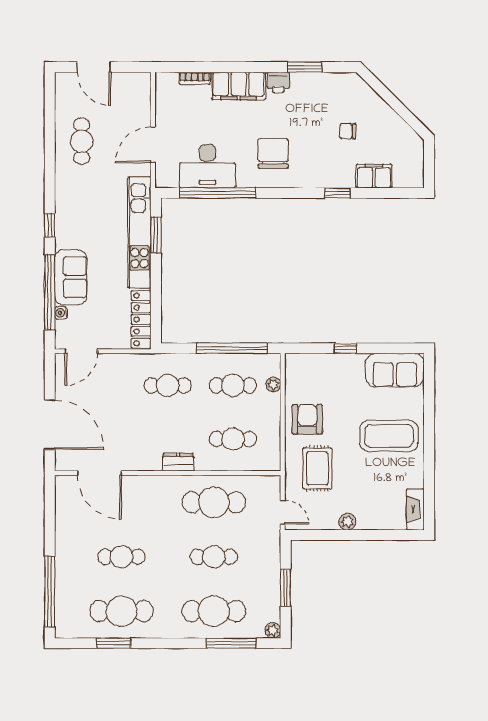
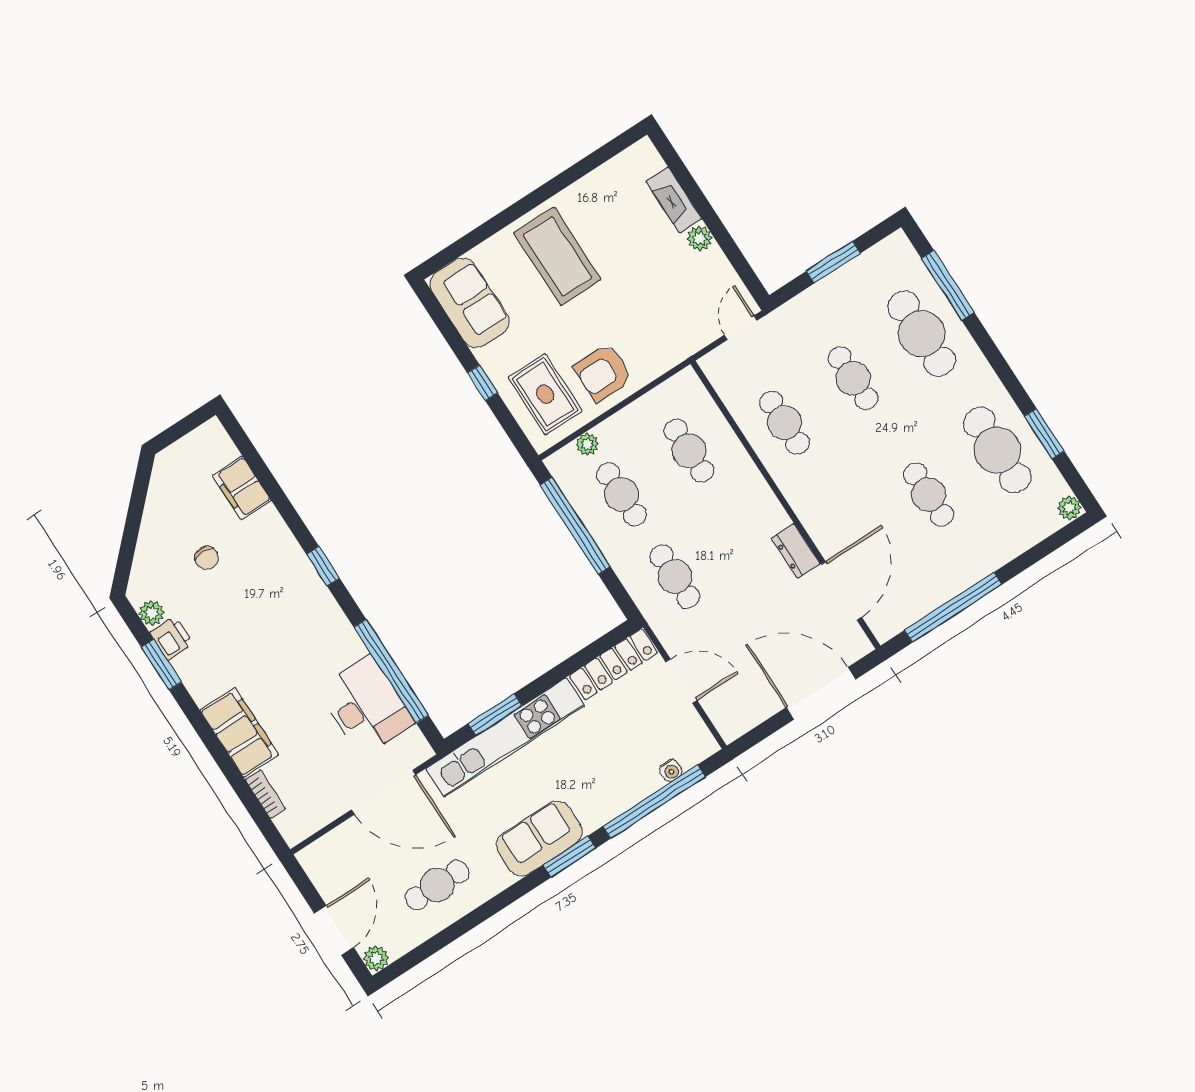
plant: (63, 80) -> (376, 958), added
plant: (337, 80) -> (152, 613), added
printer: (278, 82) -> (171, 638), moved
door: (153, 145) -> (384, 792), width x1.36
chair: (273, 154) -> (296, 633), removed
window: (337, 193) -> (323, 566), moved
window: (50, 225) -> (569, 857), width x1.50
sofa: (71, 277) -> (539, 838), moved
door: (81, 351) -> (681, 681), moved
door: (50, 425) -> (821, 693), hinge flipped
dresser: (178, 462) -> (796, 551), moved
rug: (317, 468) -> (545, 394), moved, turned 90
cafe table: (214, 502) -> (784, 423), width x0.73, depth x0.74
fireplace: (415, 509) -> (674, 200), moved, turned 90
window: (50, 592) -> (953, 607), moved
plant: (273, 630) -> (1069, 508), moved

